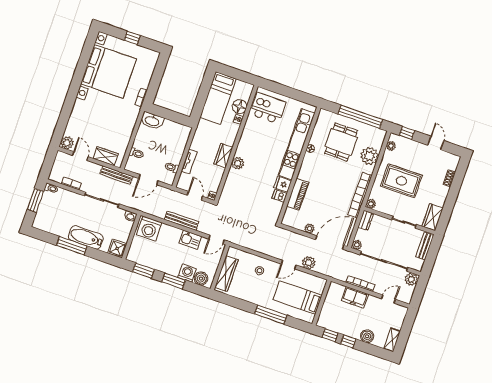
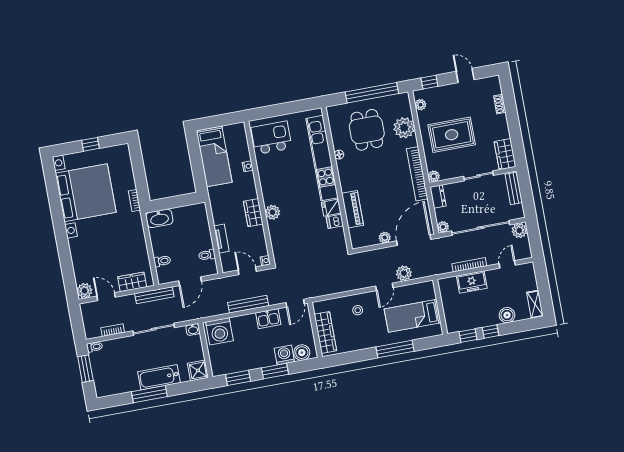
floor lamp: (239, 107) -> (241, 153), removed

